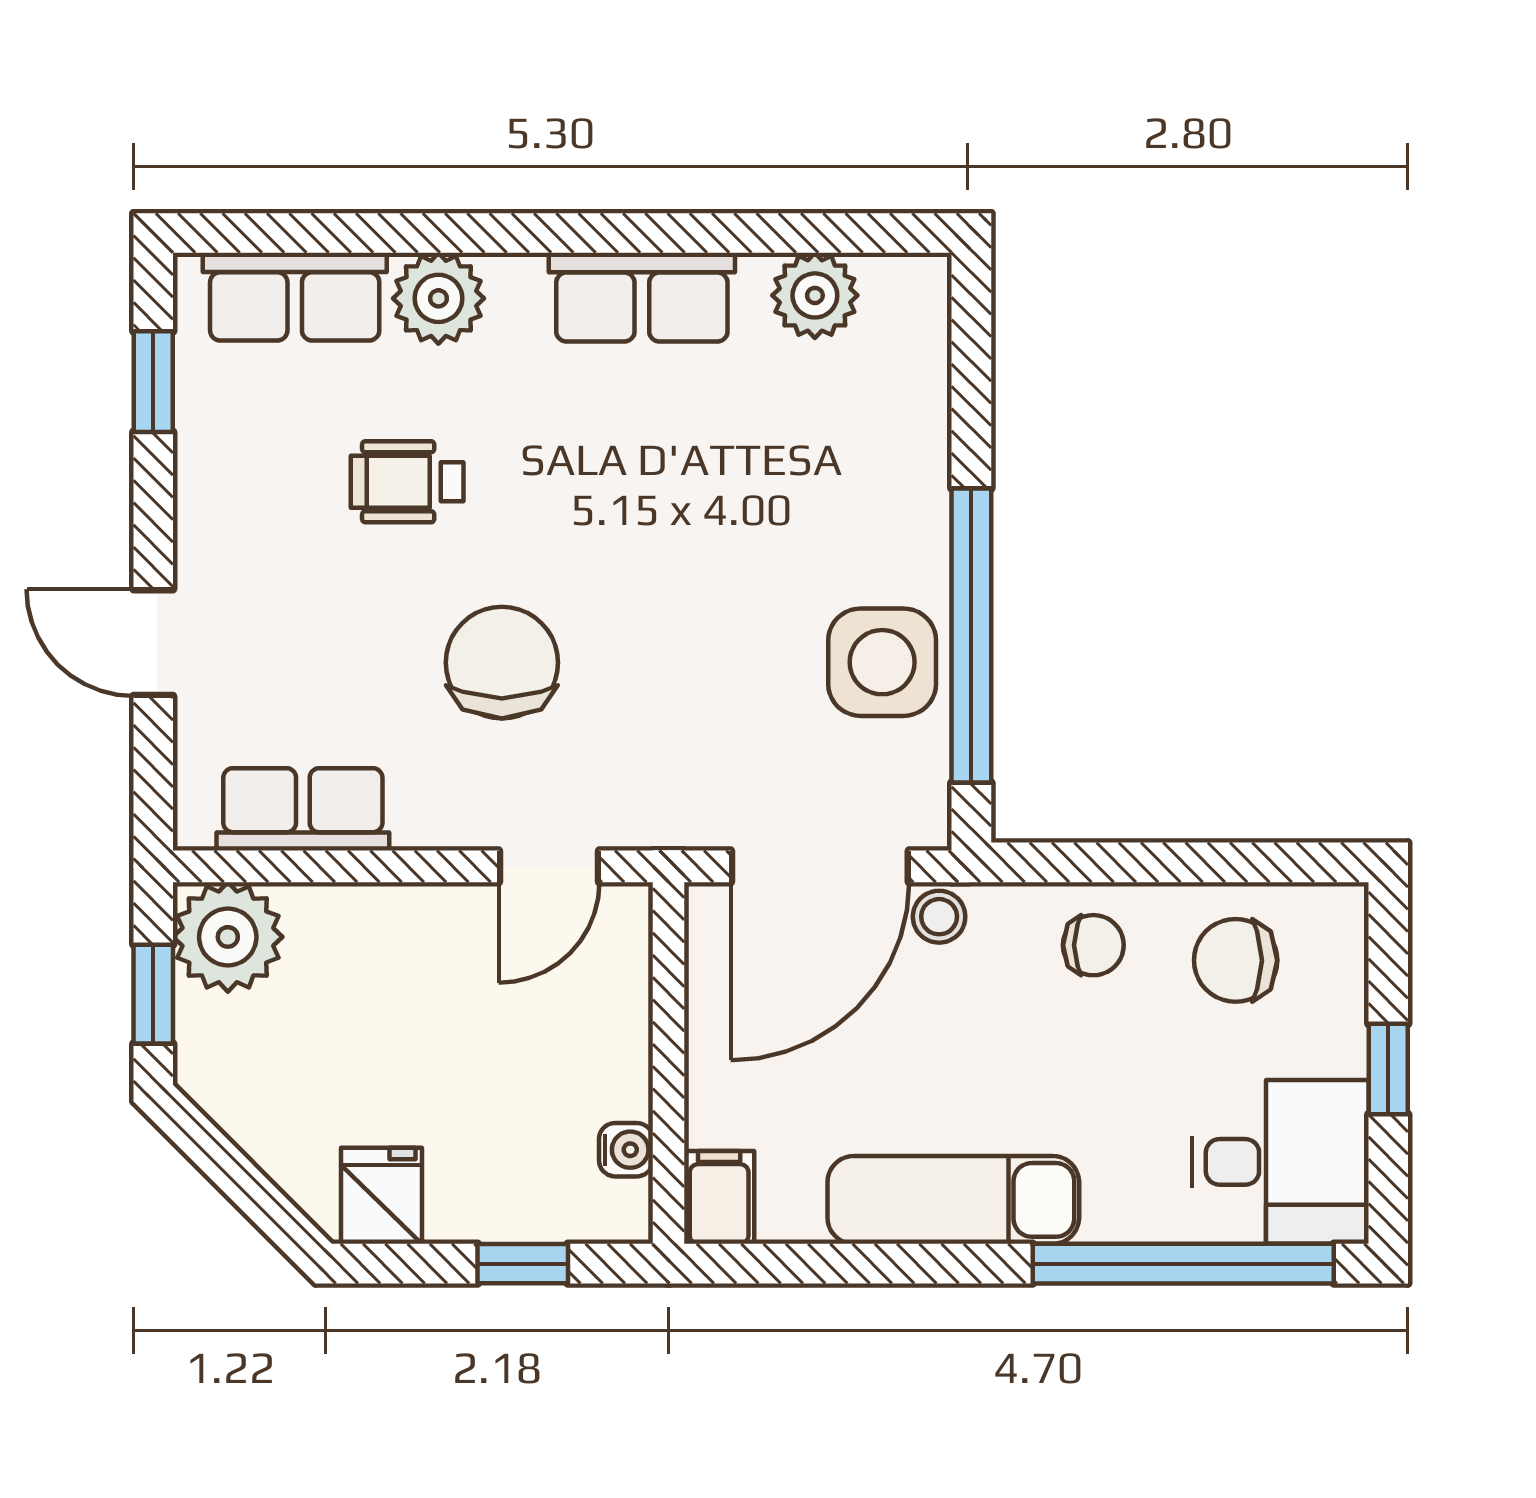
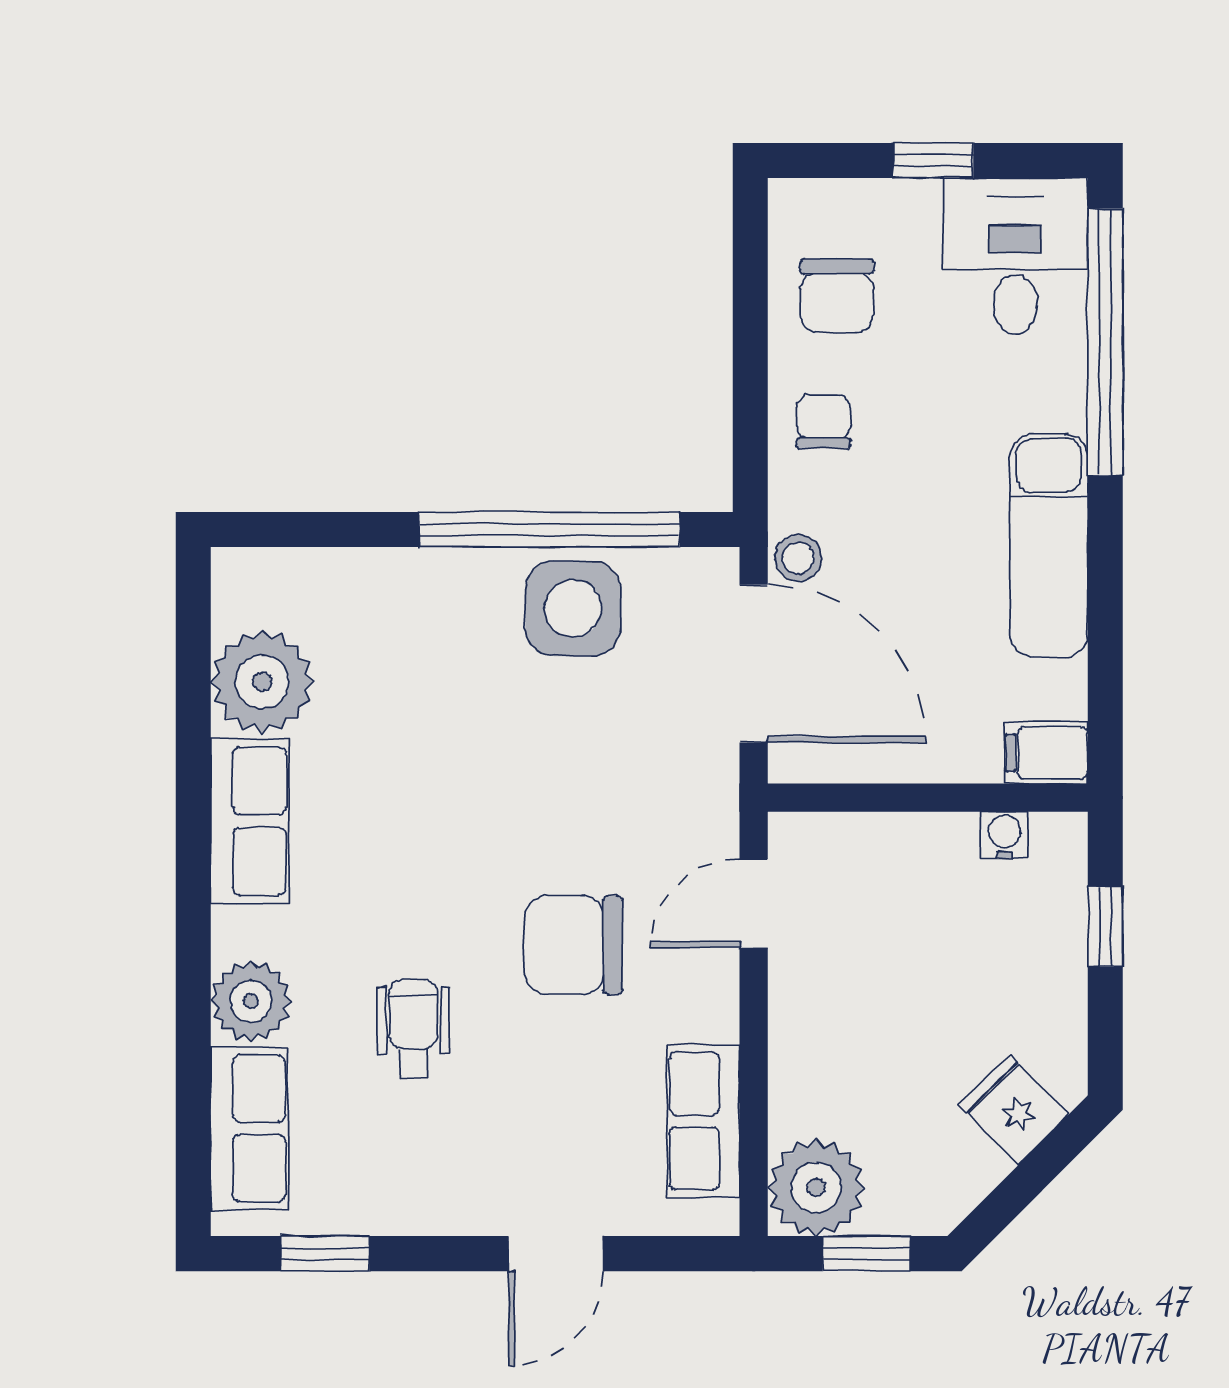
plant: (815, 295) -> (262, 682), width x1.36, depth x1.36
wheelchair: (407, 482) -> (413, 1029), turned 180
door: (549, 866) -> (754, 903), swing flipped
fridge: (381, 1196) -> (1014, 1109), moved, turned 45

